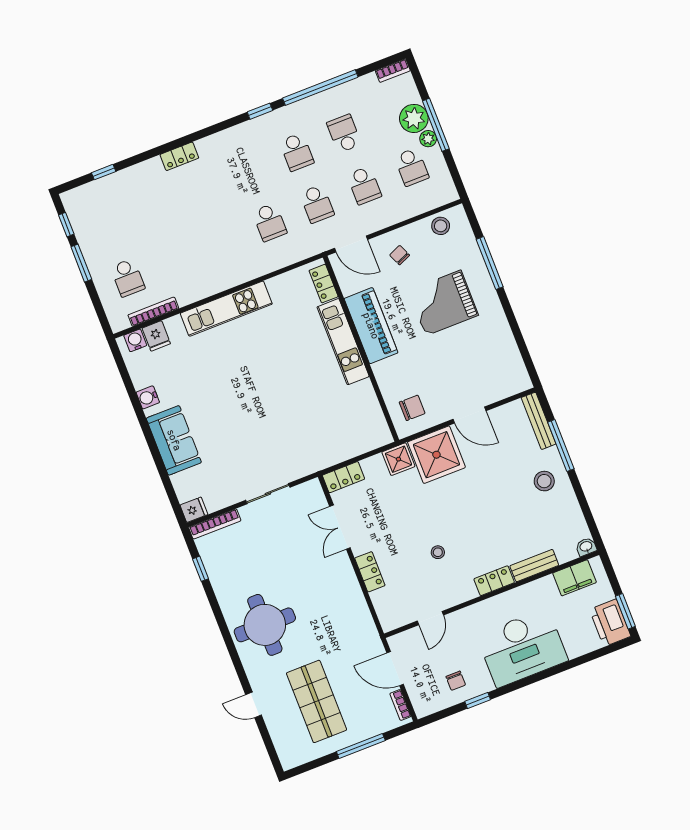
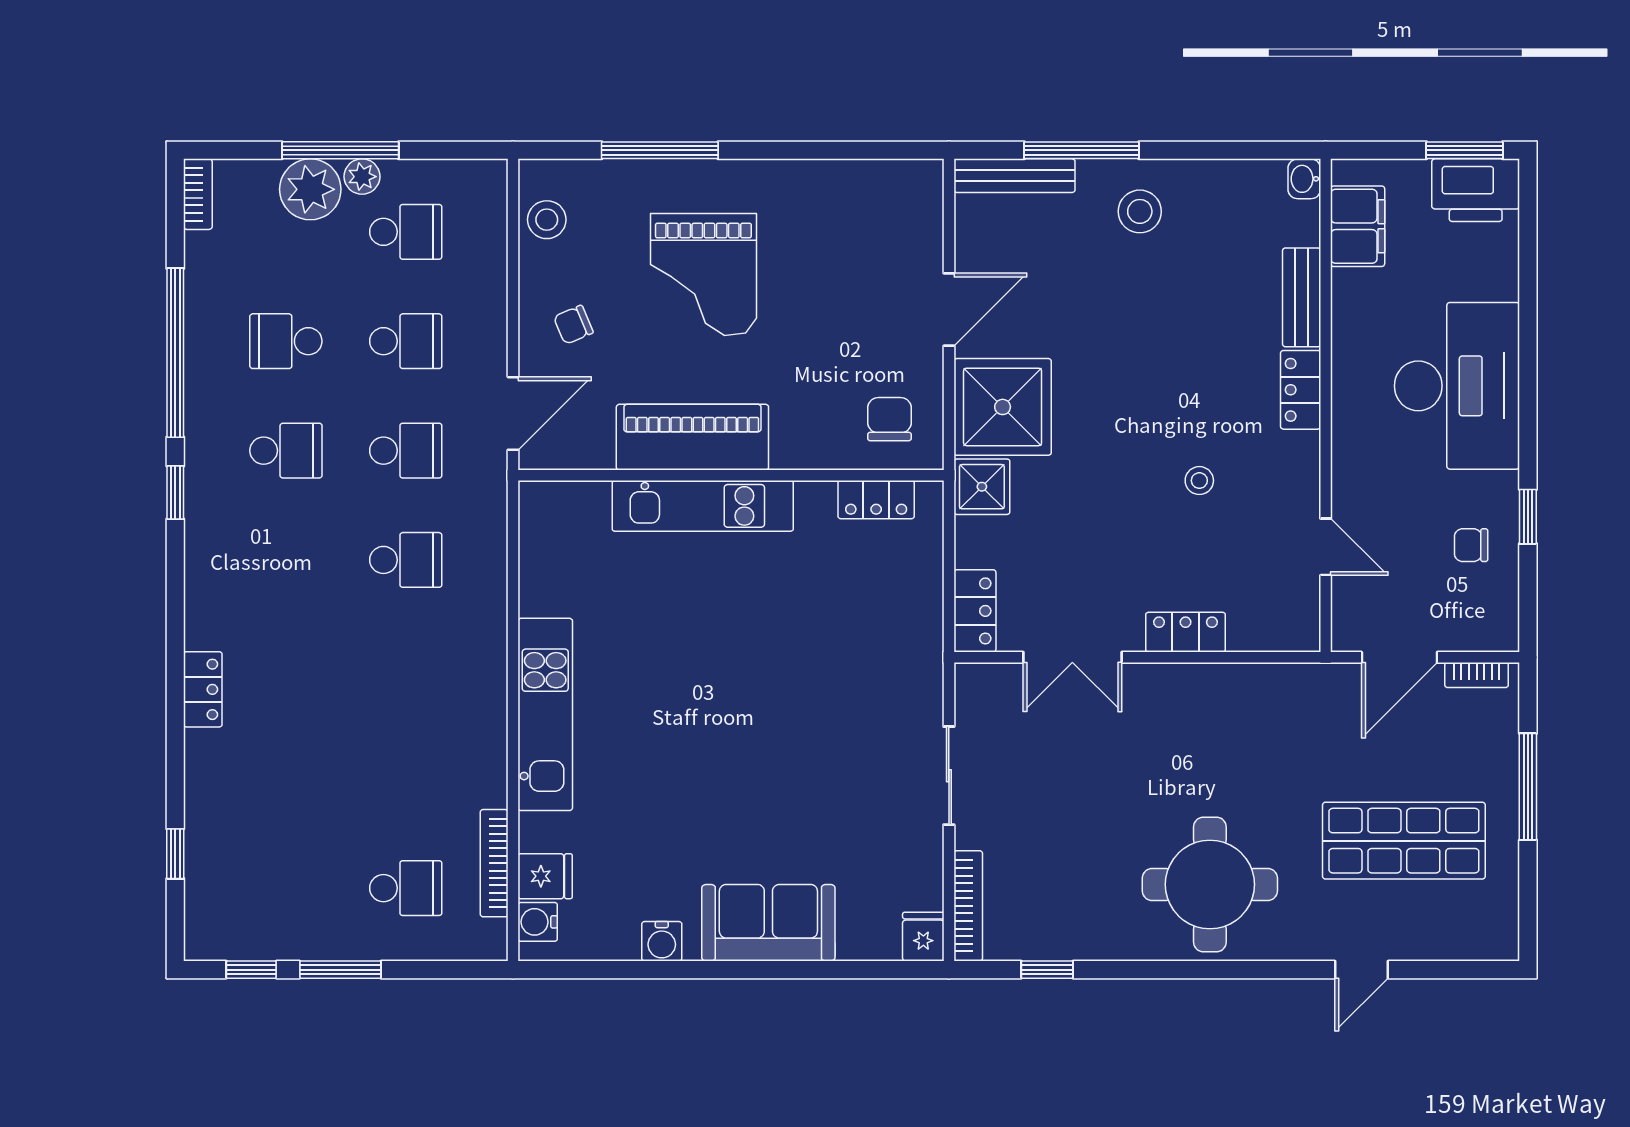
locker: (324, 284) -> (876, 500), moved
chair: (456, 681) -> (1471, 545), turned 180

